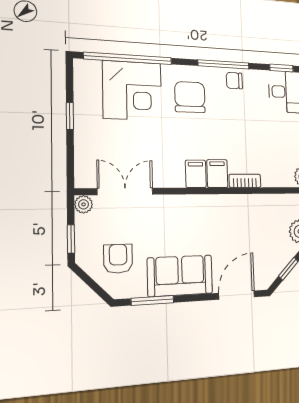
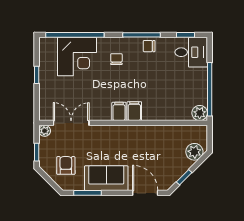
chair: (190, 97) -> (116, 59), width x0.54, depth x0.54
bookcase: (245, 181) -> (154, 116), removed
door: (237, 295) -> (145, 193), hinge flipped

